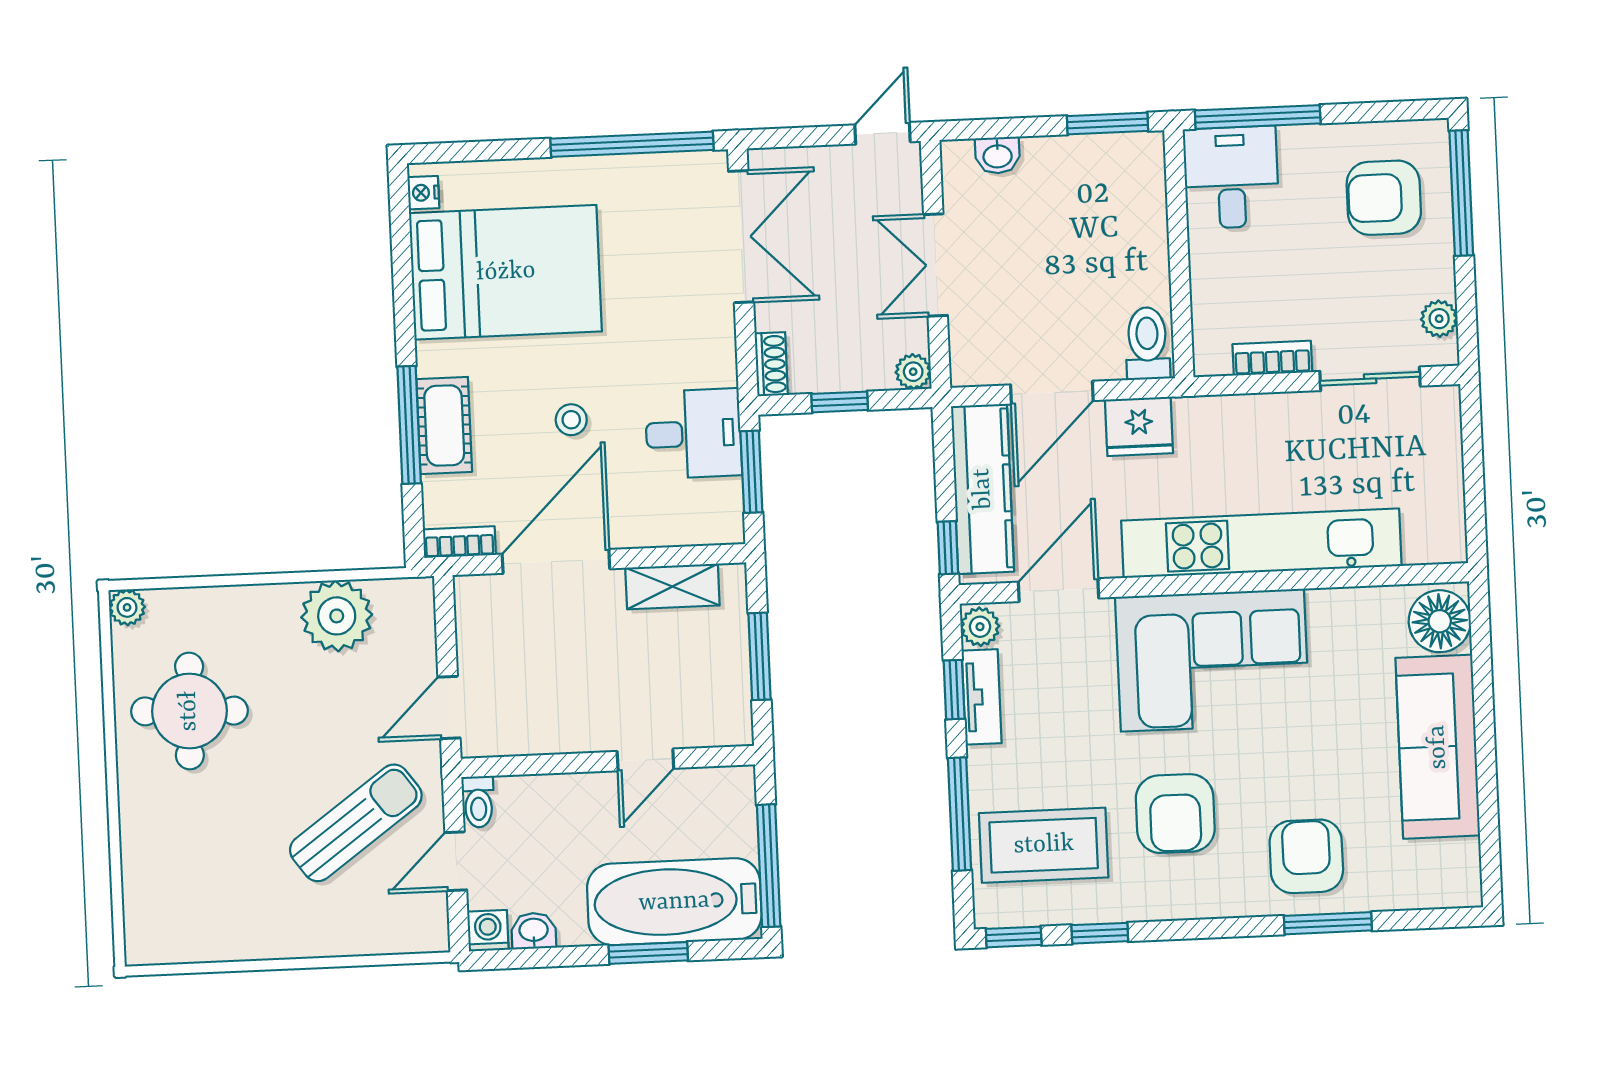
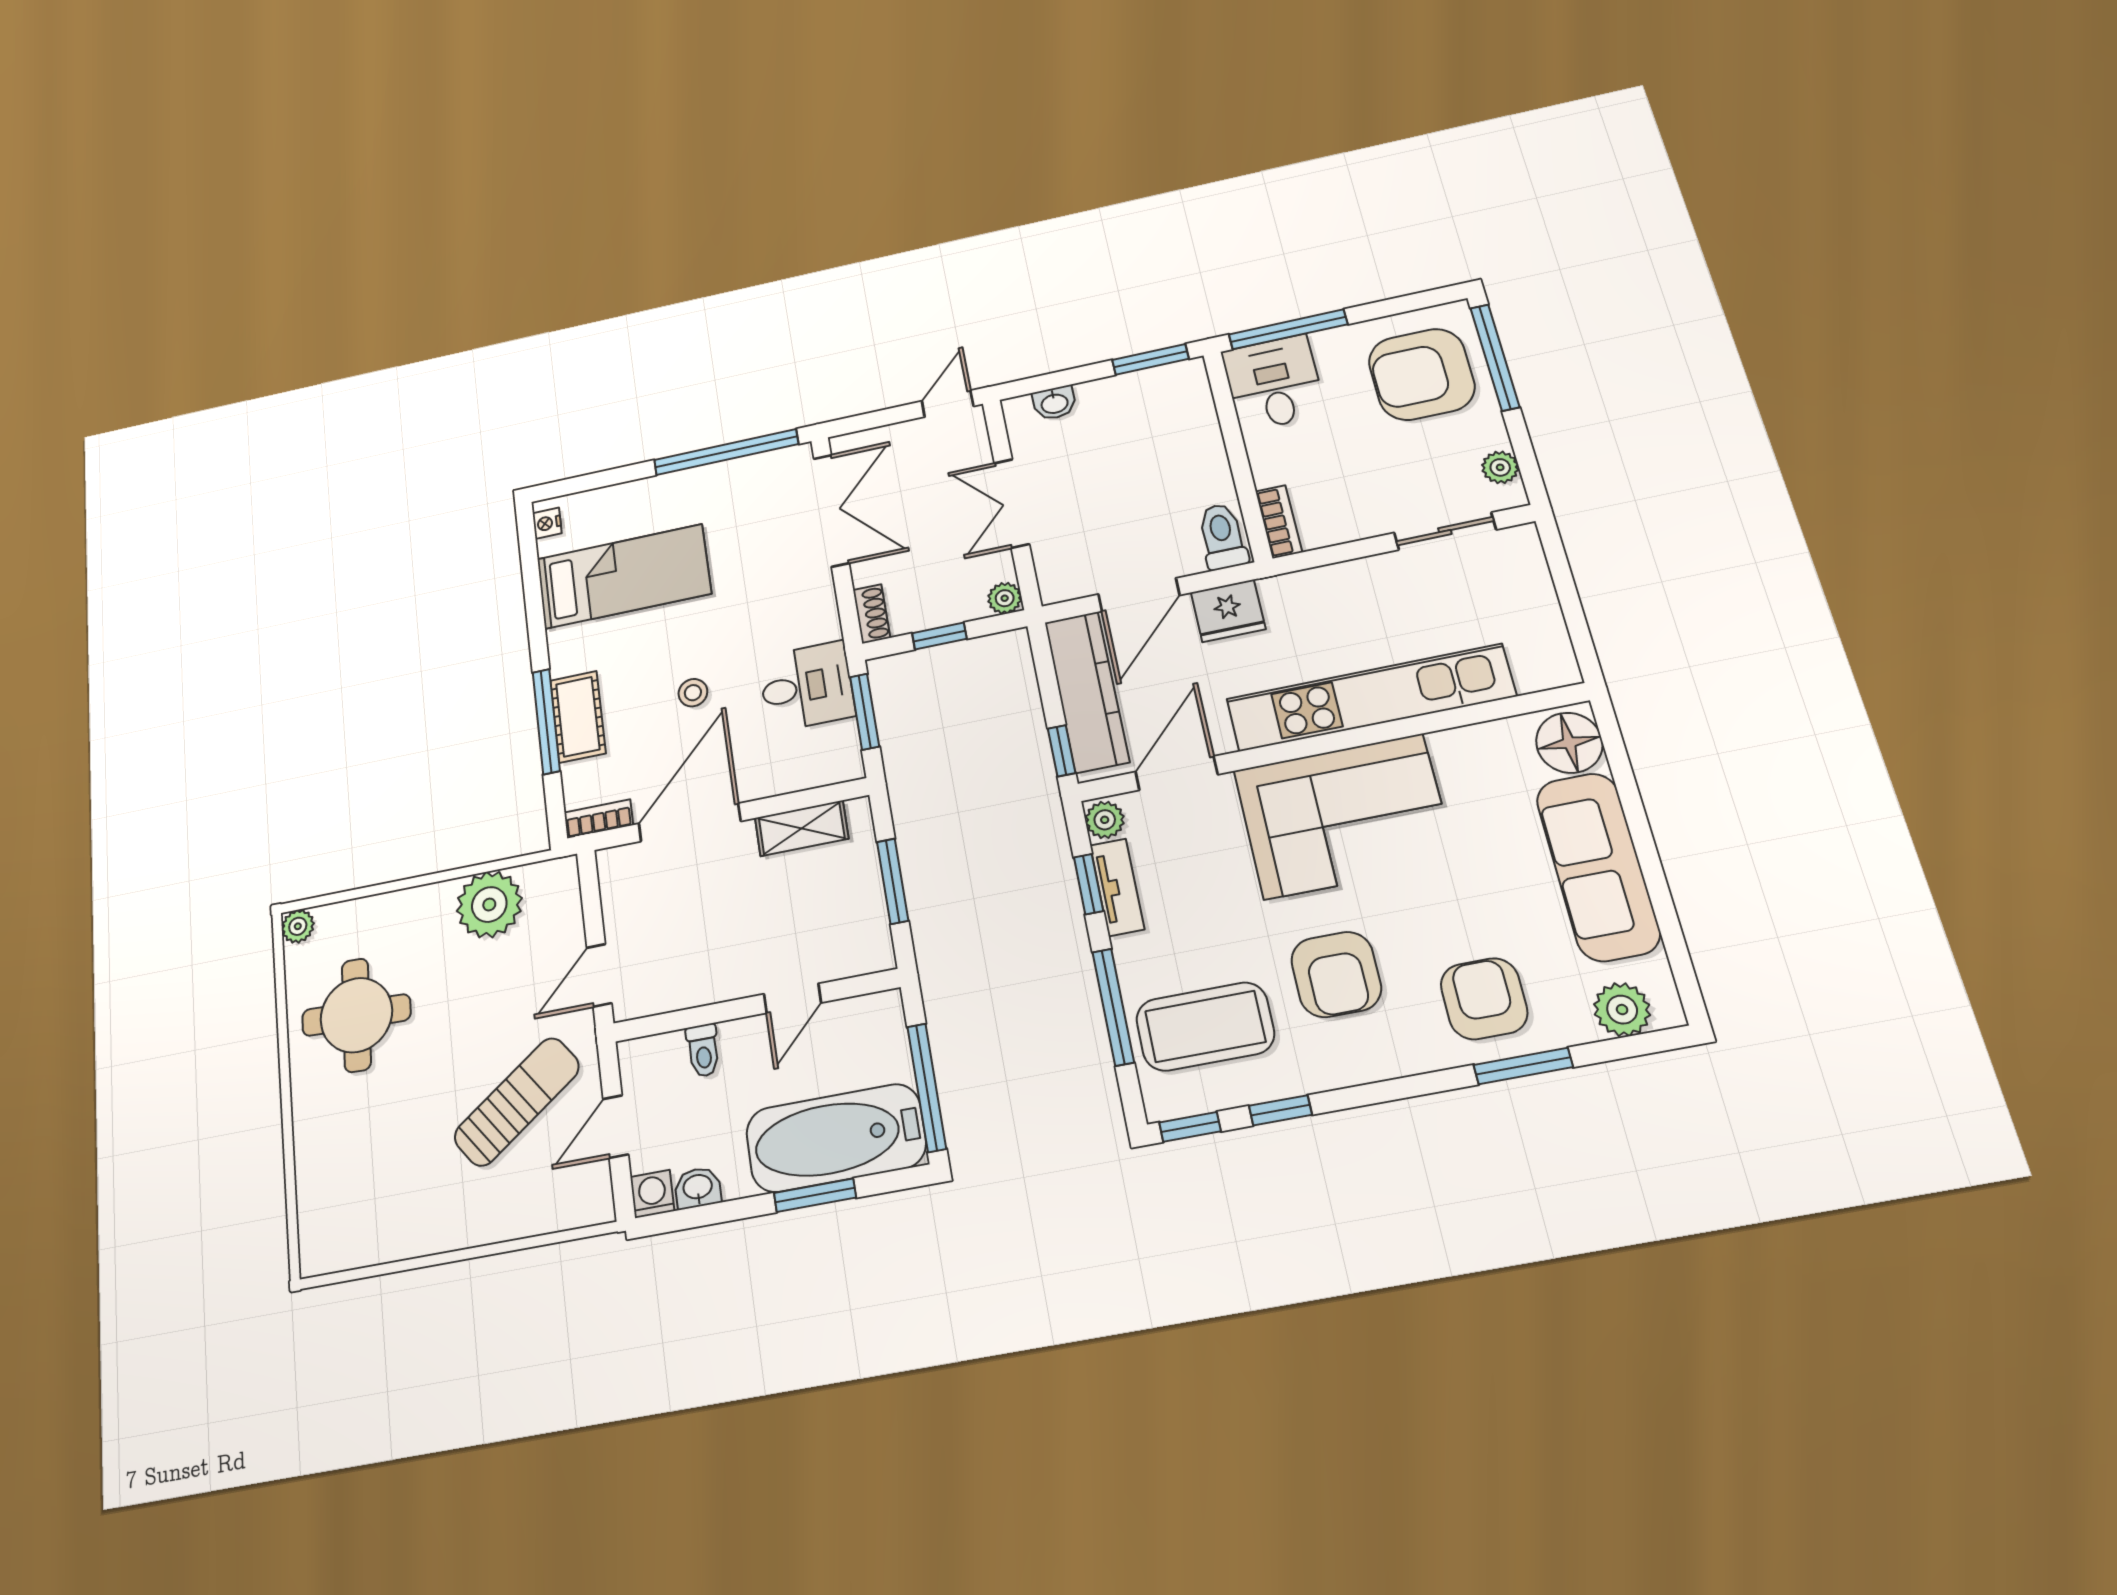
armchair: (1384, 198) -> (1422, 374), width x1.36, depth x1.36
bed: (506, 272) -> (624, 576), width x0.67
bookcase: (1272, 358) -> (1279, 522), moved, turned 90
toilet: (478, 802) -> (703, 1050), moved
plant: (1428, 884) -> (1622, 1010), added

